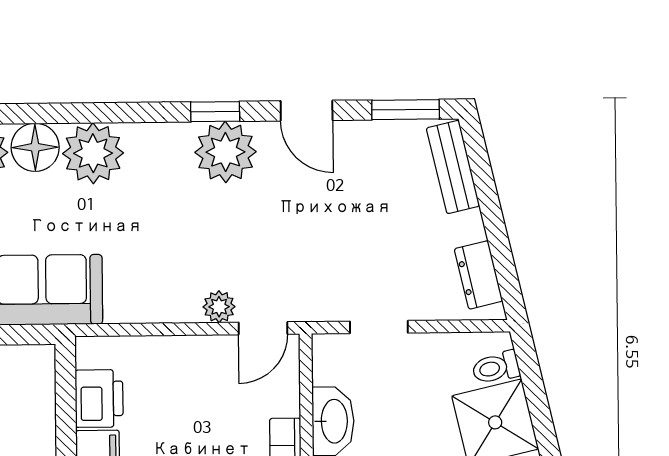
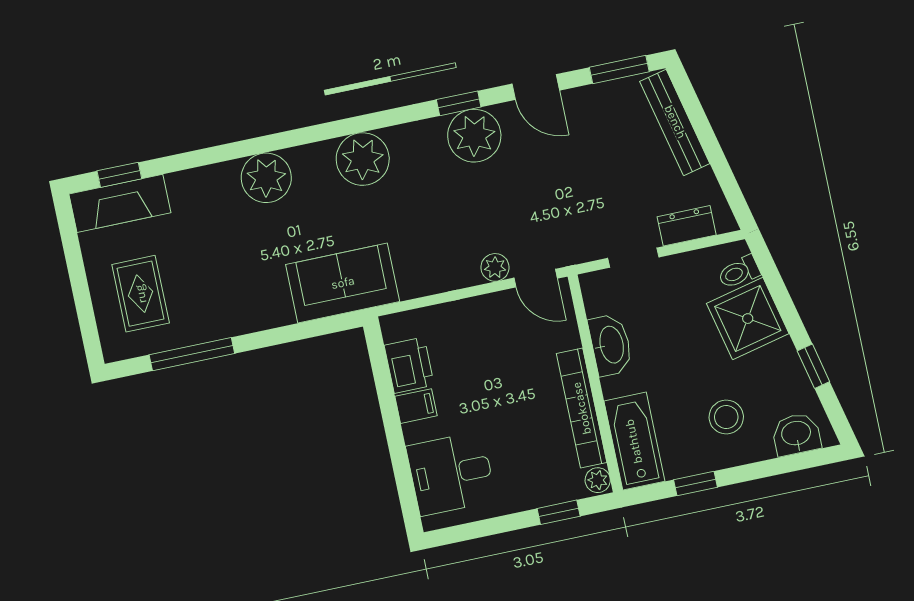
floor lamp: (35, 147) -> (313, 164), removed
bench: (453, 167) -> (675, 122), width x1.36
dresser: (479, 275) -> (687, 226), moved, turned 103
door: (263, 328) -> (536, 278), hinge flipped

